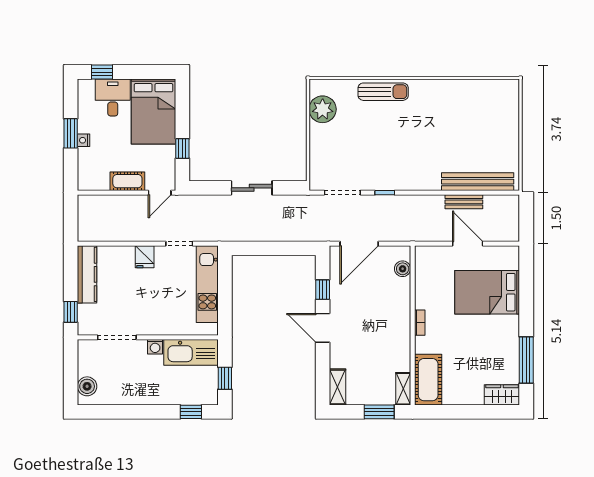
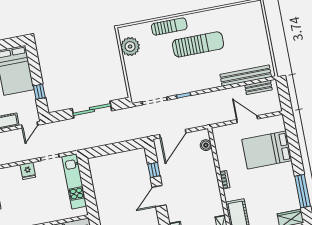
sun lounger: (419, 125) -> (198, 44), added
sliding door: (252, 188) -> (92, 110), width x1.37
bench: (464, 202) -> (258, 87), moved
door: (323, 328) -> (159, 196), hinge flipped

